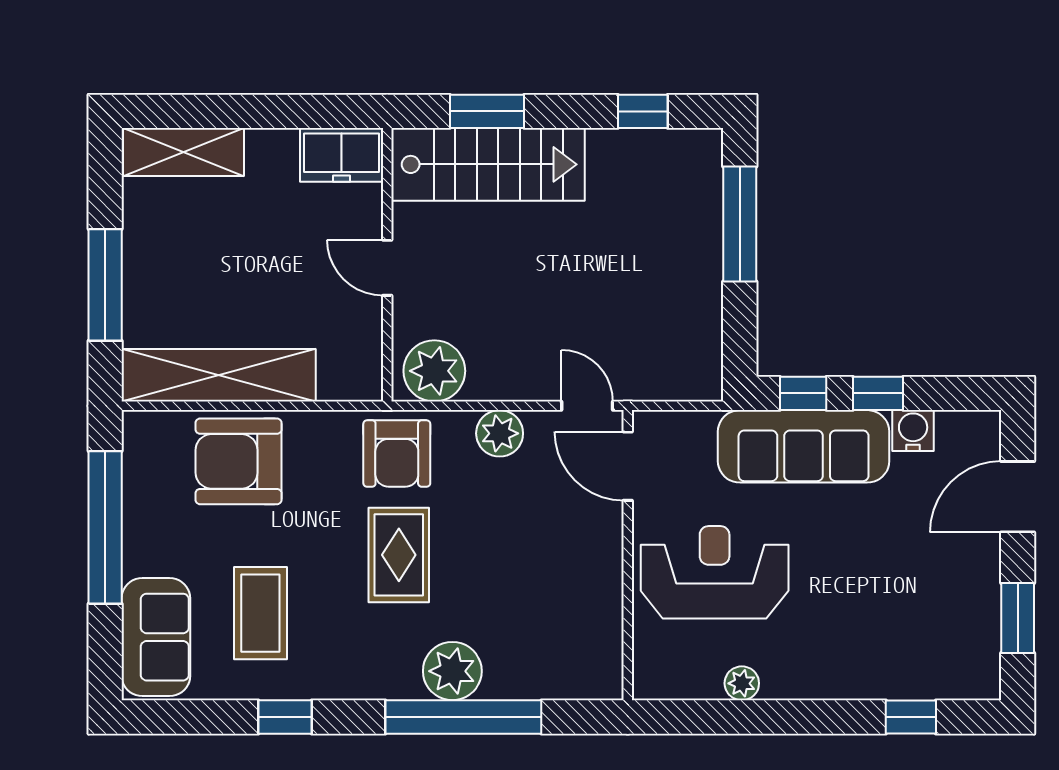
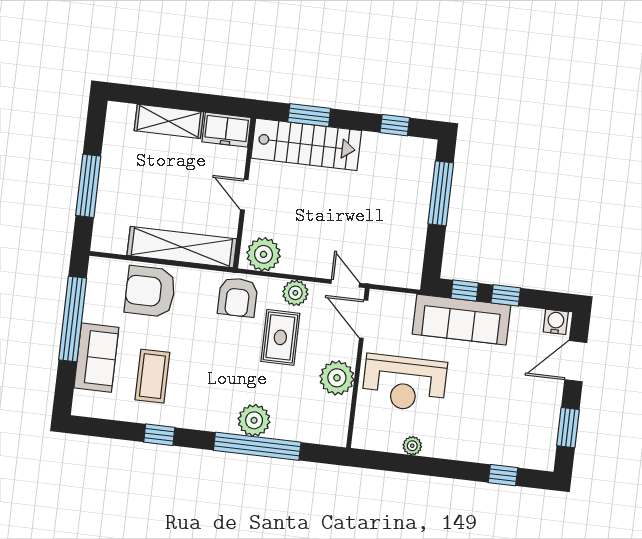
shelving: (183, 152) -> (169, 121), moved
shelving: (219, 375) -> (182, 247), moved
water cooler: (913, 431) -> (556, 322), moved
rug: (399, 555) -> (280, 337), moved
reception desk: (715, 572) -> (404, 383), turned 180
plant: (592, 577) -> (337, 378), added
sofa: (156, 637) -> (96, 358), moved

